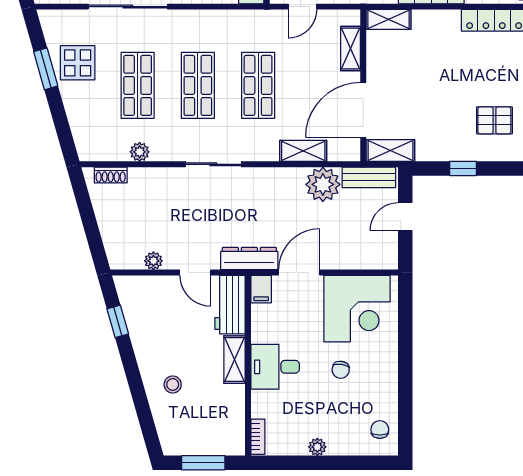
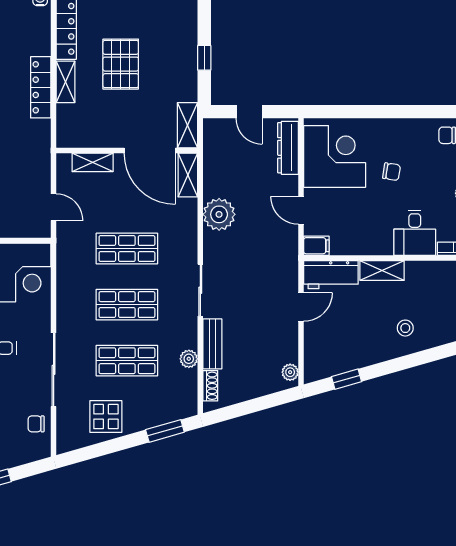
shelving: (388, 19) -> (65, 82), moved
window: (46, 69) -> (165, 431), moved
pallet: (494, 120) -> (121, 64), moved, width x1.50, depth x1.42
shelving: (303, 151) -> (188, 175), moved
bench: (369, 177) -> (212, 344), moved
plant: (323, 184) -> (219, 214), moved
dresser: (249, 259) -> (288, 148), moved
plant: (153, 261) -> (290, 372), moved
door: (299, 273) -> (301, 210), width x0.73
desk: (275, 367) -> (415, 233), moved

